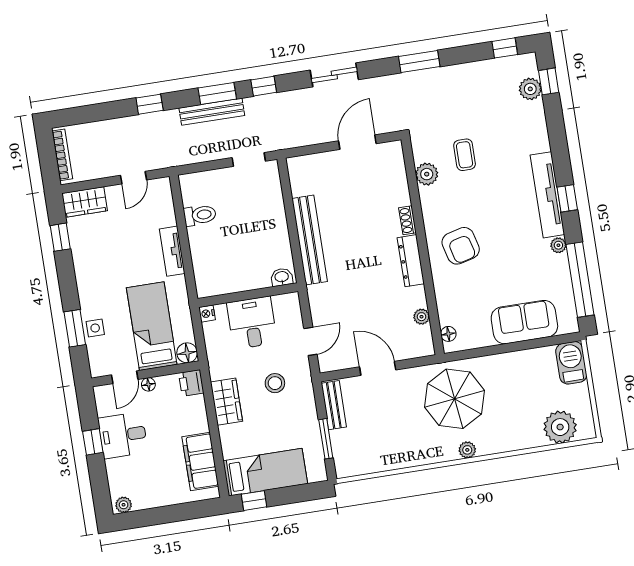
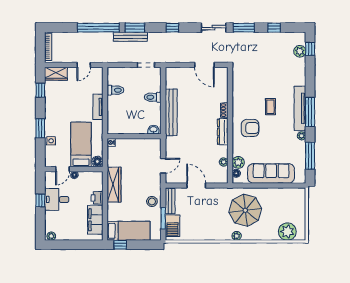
window: (505, 48) -> (274, 28), moved
sliding door: (334, 75) -> (214, 28), moved
window: (264, 86) -> (172, 28), moved
window: (150, 104) -> (98, 28), width x3.17
door: (357, 142) -> (204, 65), swing flipped
coffee table: (465, 155) -> (270, 107), moved
plant: (427, 174) -> (238, 162), moved
window: (567, 198) -> (310, 112), width x2.17
toilet: (271, 217) -> (153, 97), added
armchair: (461, 246) -> (250, 128), turned -76
window: (580, 280) -> (310, 156), width x0.68
sofa: (524, 322) -> (271, 173), width x1.36
desk: (252, 323) -> (134, 151), removed
window: (75, 328) -> (40, 128), moved
barbecue: (571, 363) -> (173, 226), moved, turned 180
printer: (191, 383) -> (97, 198), moved
stool: (275, 383) -> (152, 202), moved
parasol: (455, 399) -> (245, 210), moved
wardrobe: (227, 402) -> (114, 185), width x1.50

